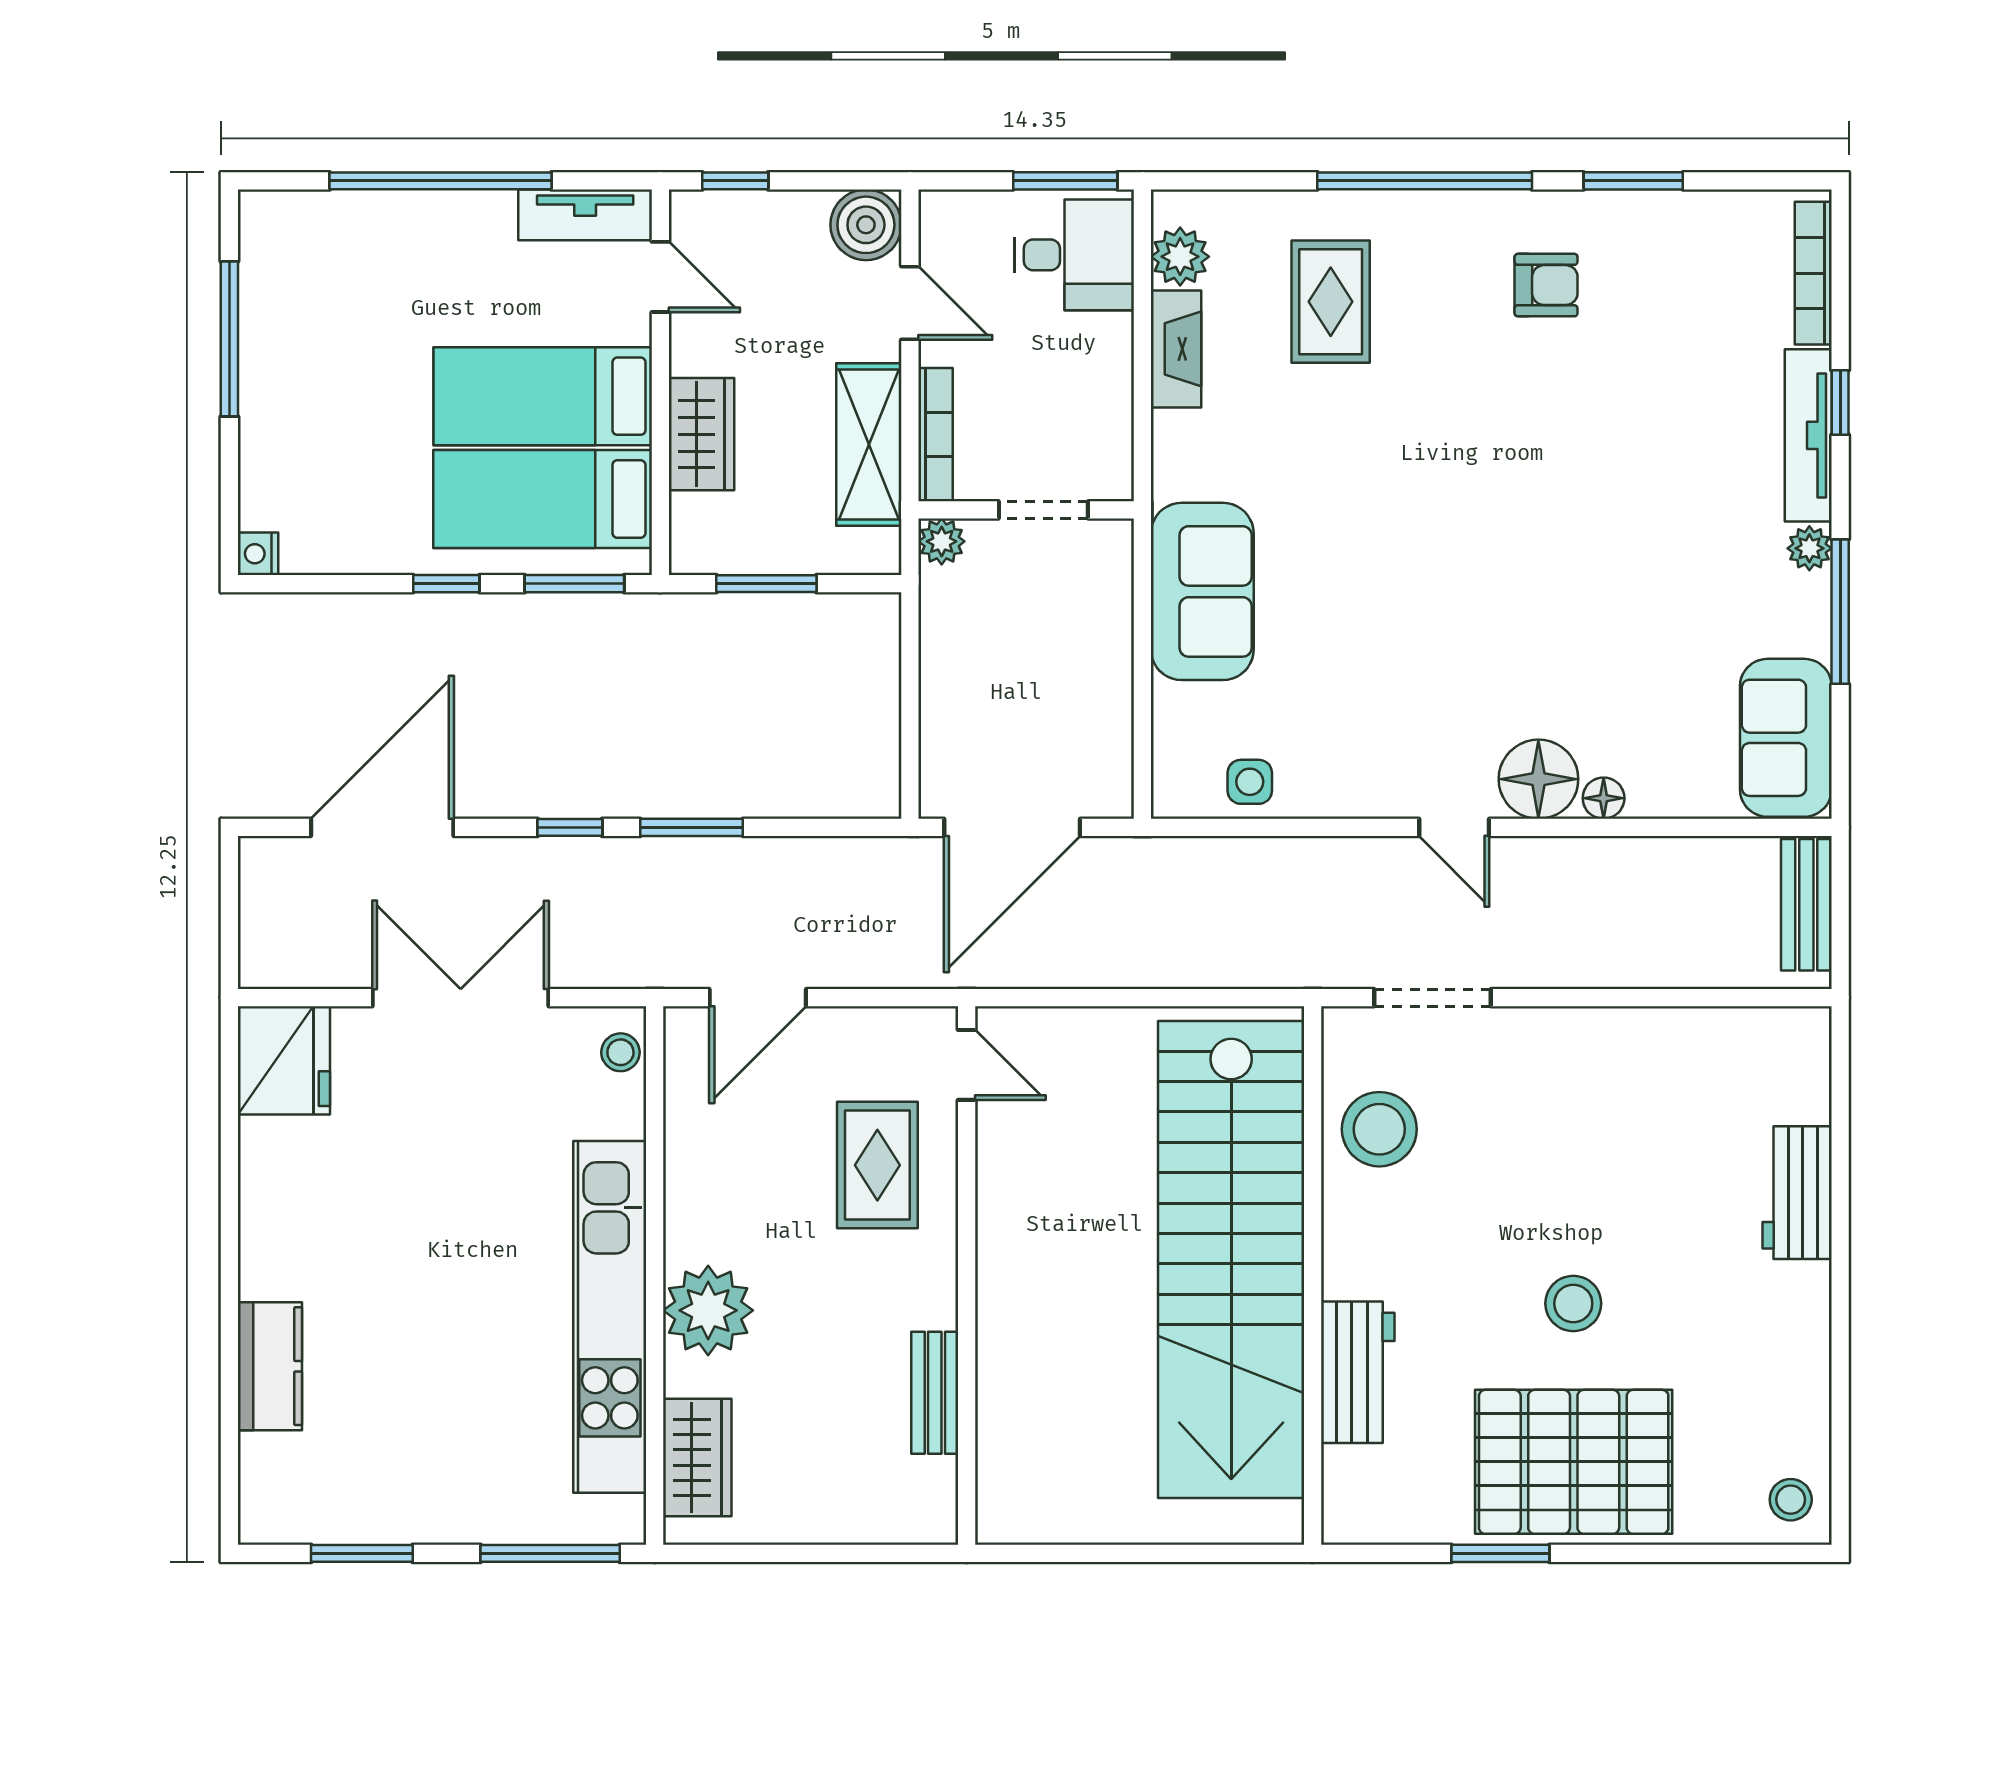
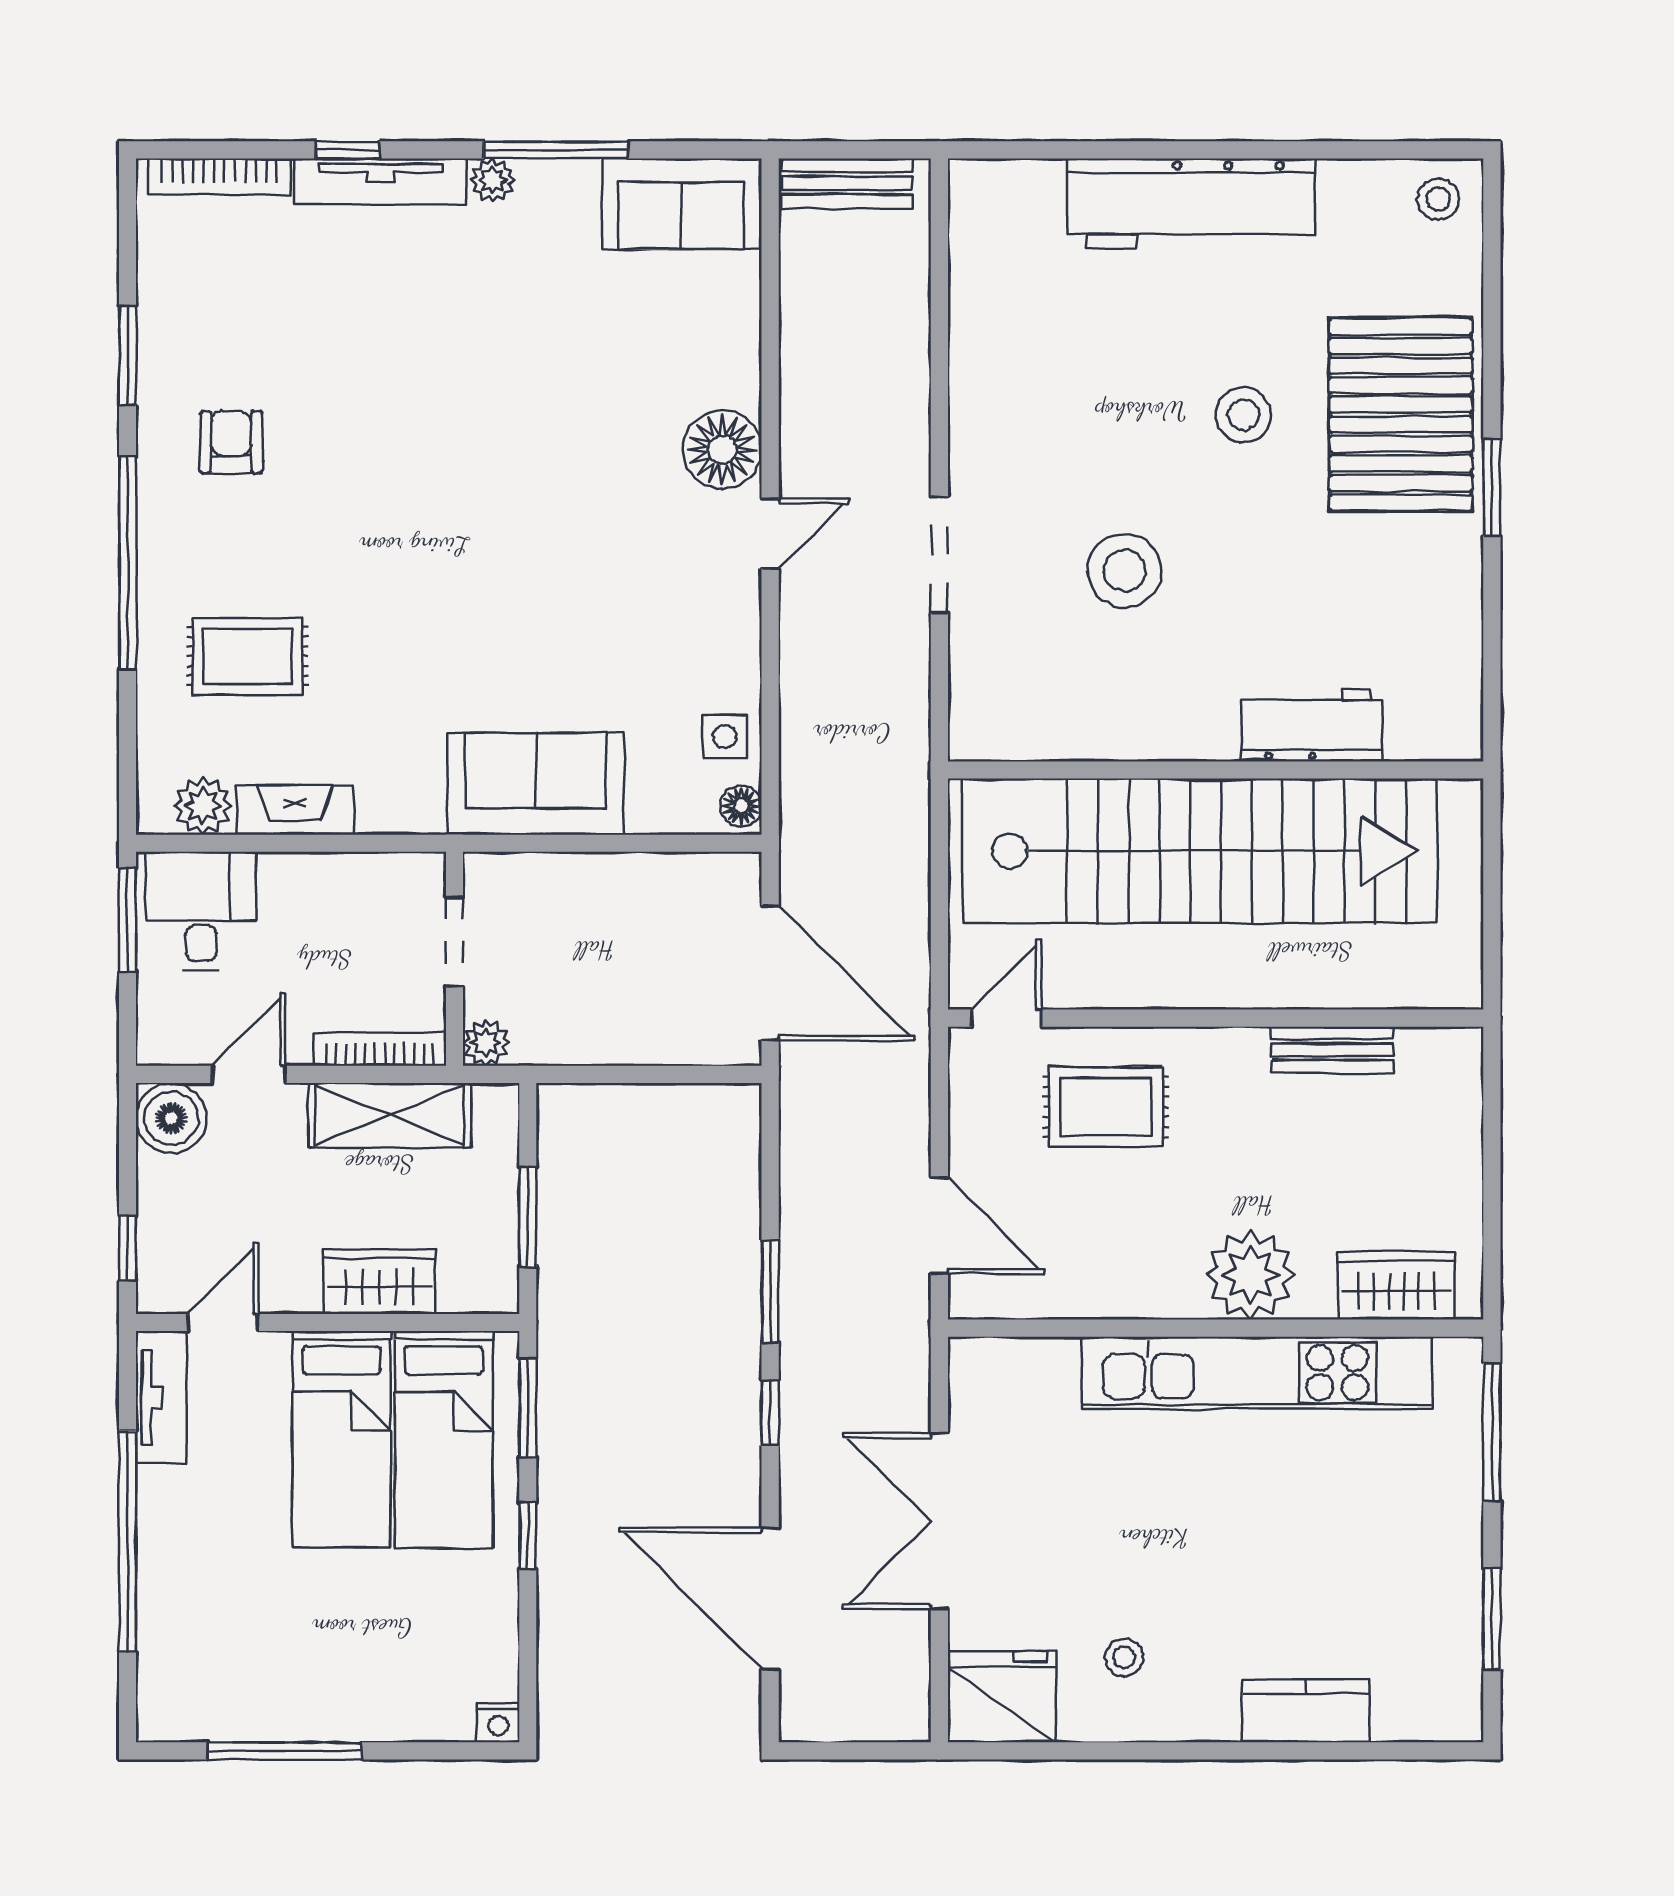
floor lamp: (1604, 798) -> (741, 806), moved
stool: (620, 1052) -> (1124, 1657), moved
stool: (1379, 1129) -> (1124, 571), moved
workbench: (1797, 1193) -> (1191, 204), width x1.87, depth x1.32
stairs: (1231, 1260) -> (1200, 851), moved
wall: (1313, 1275) -> (1216, 770), moved
workbench: (1358, 1372) -> (1312, 725), moved

